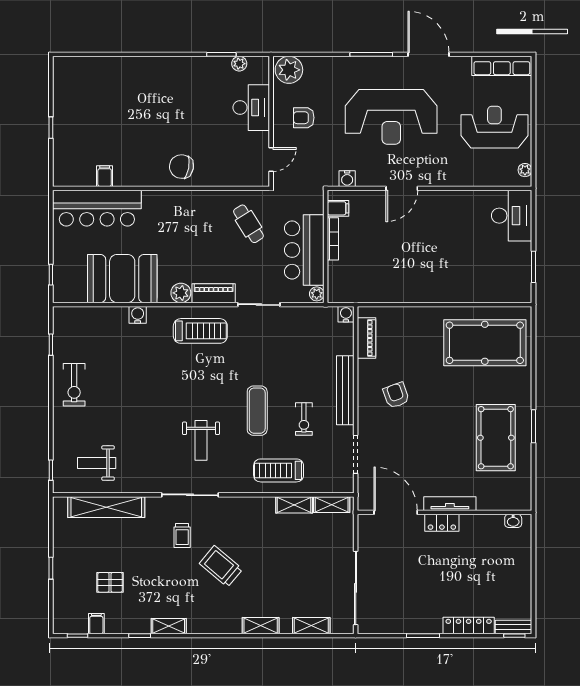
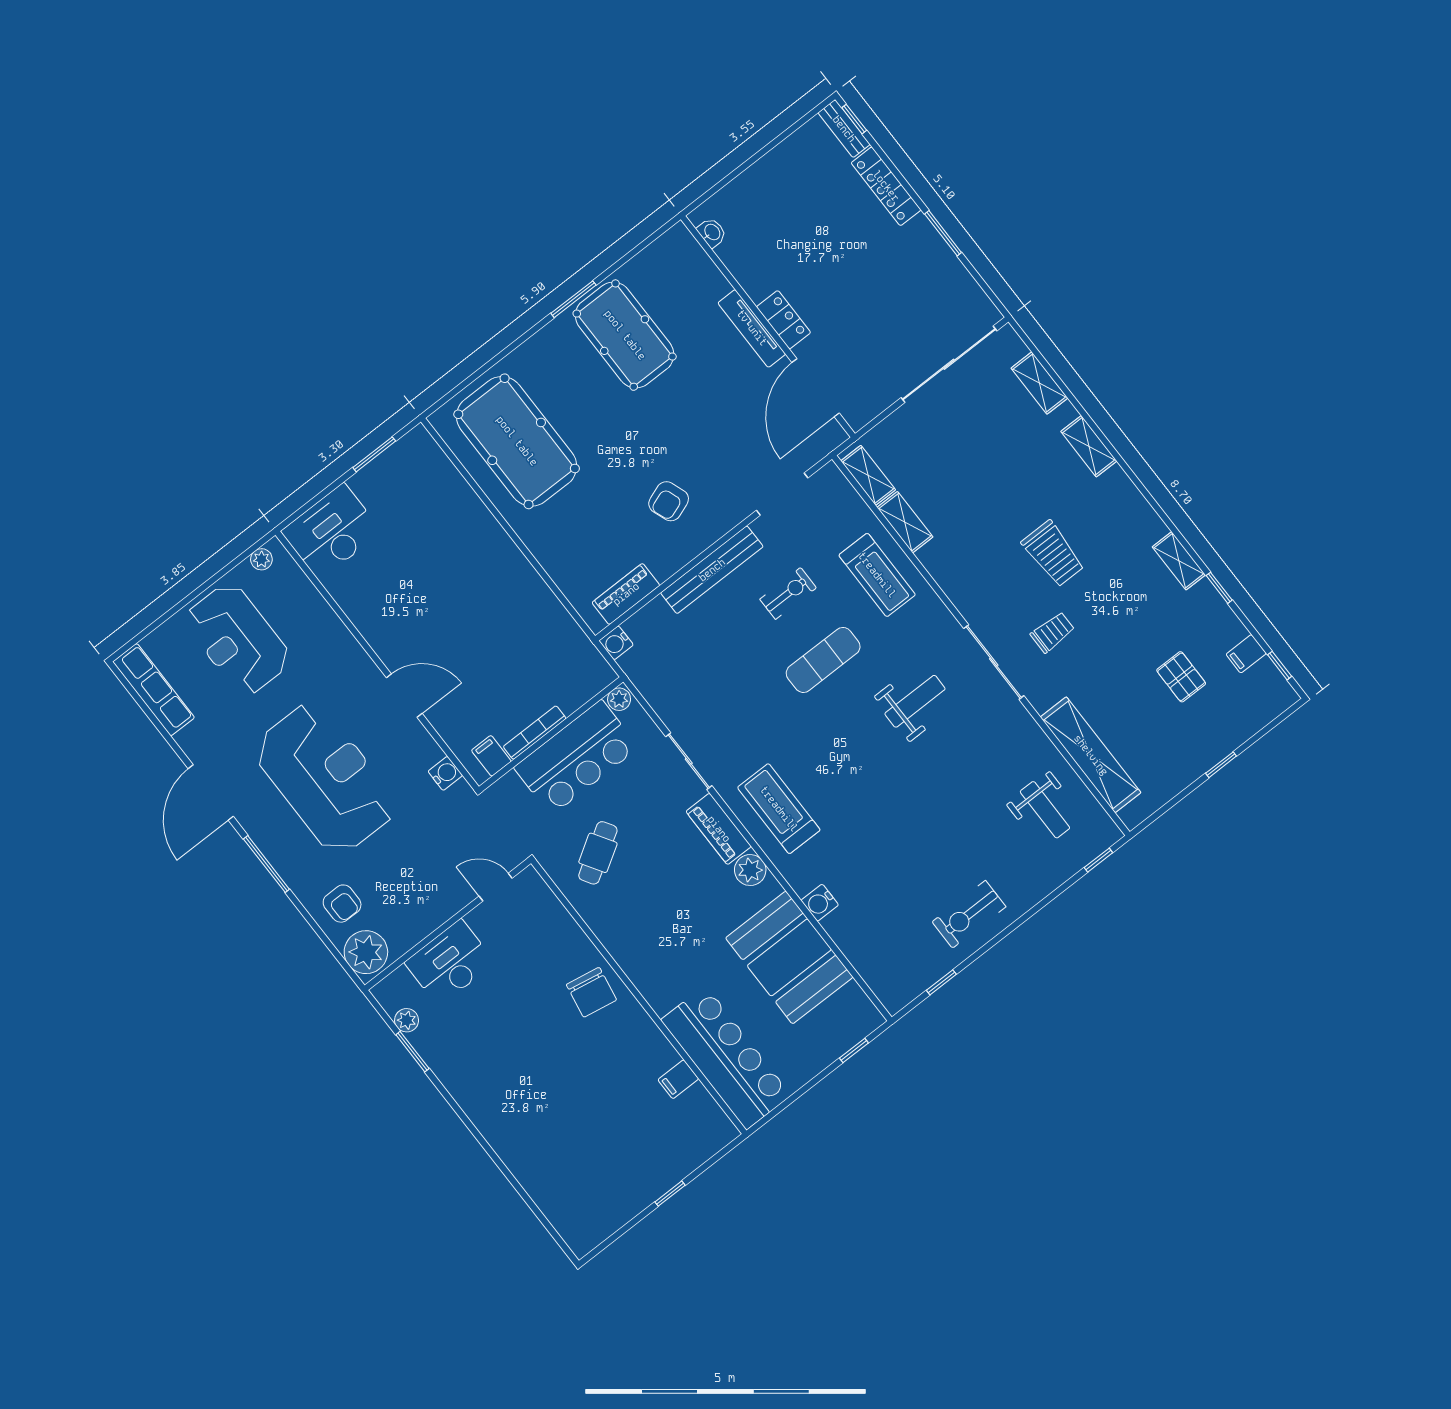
armchair: (304, 118) -> (342, 904), moved
exercise bike: (74, 385) -> (969, 914), turned 180
pool table: (496, 438) -> (625, 335), turned 90
trolley: (221, 566) -> (1053, 554), turned -40

